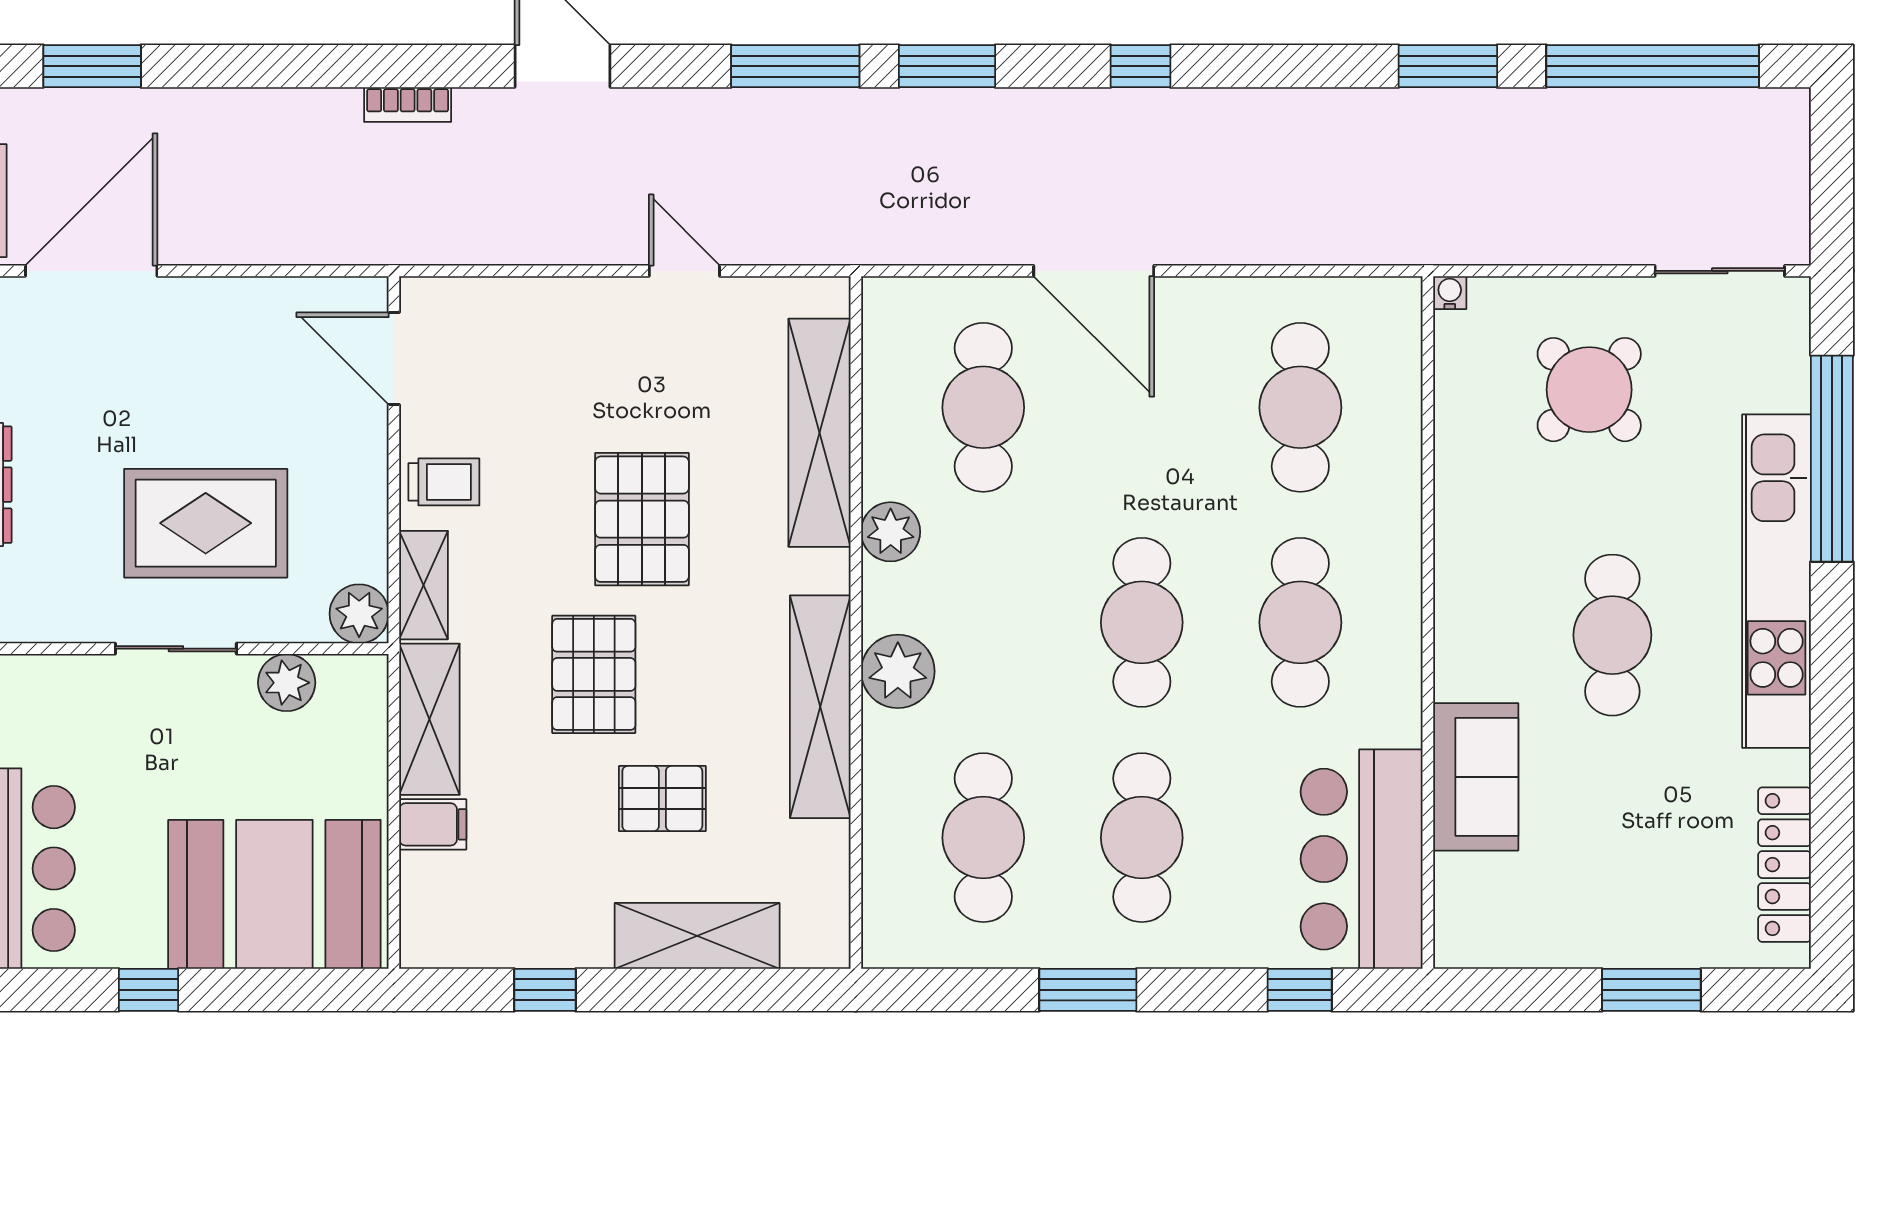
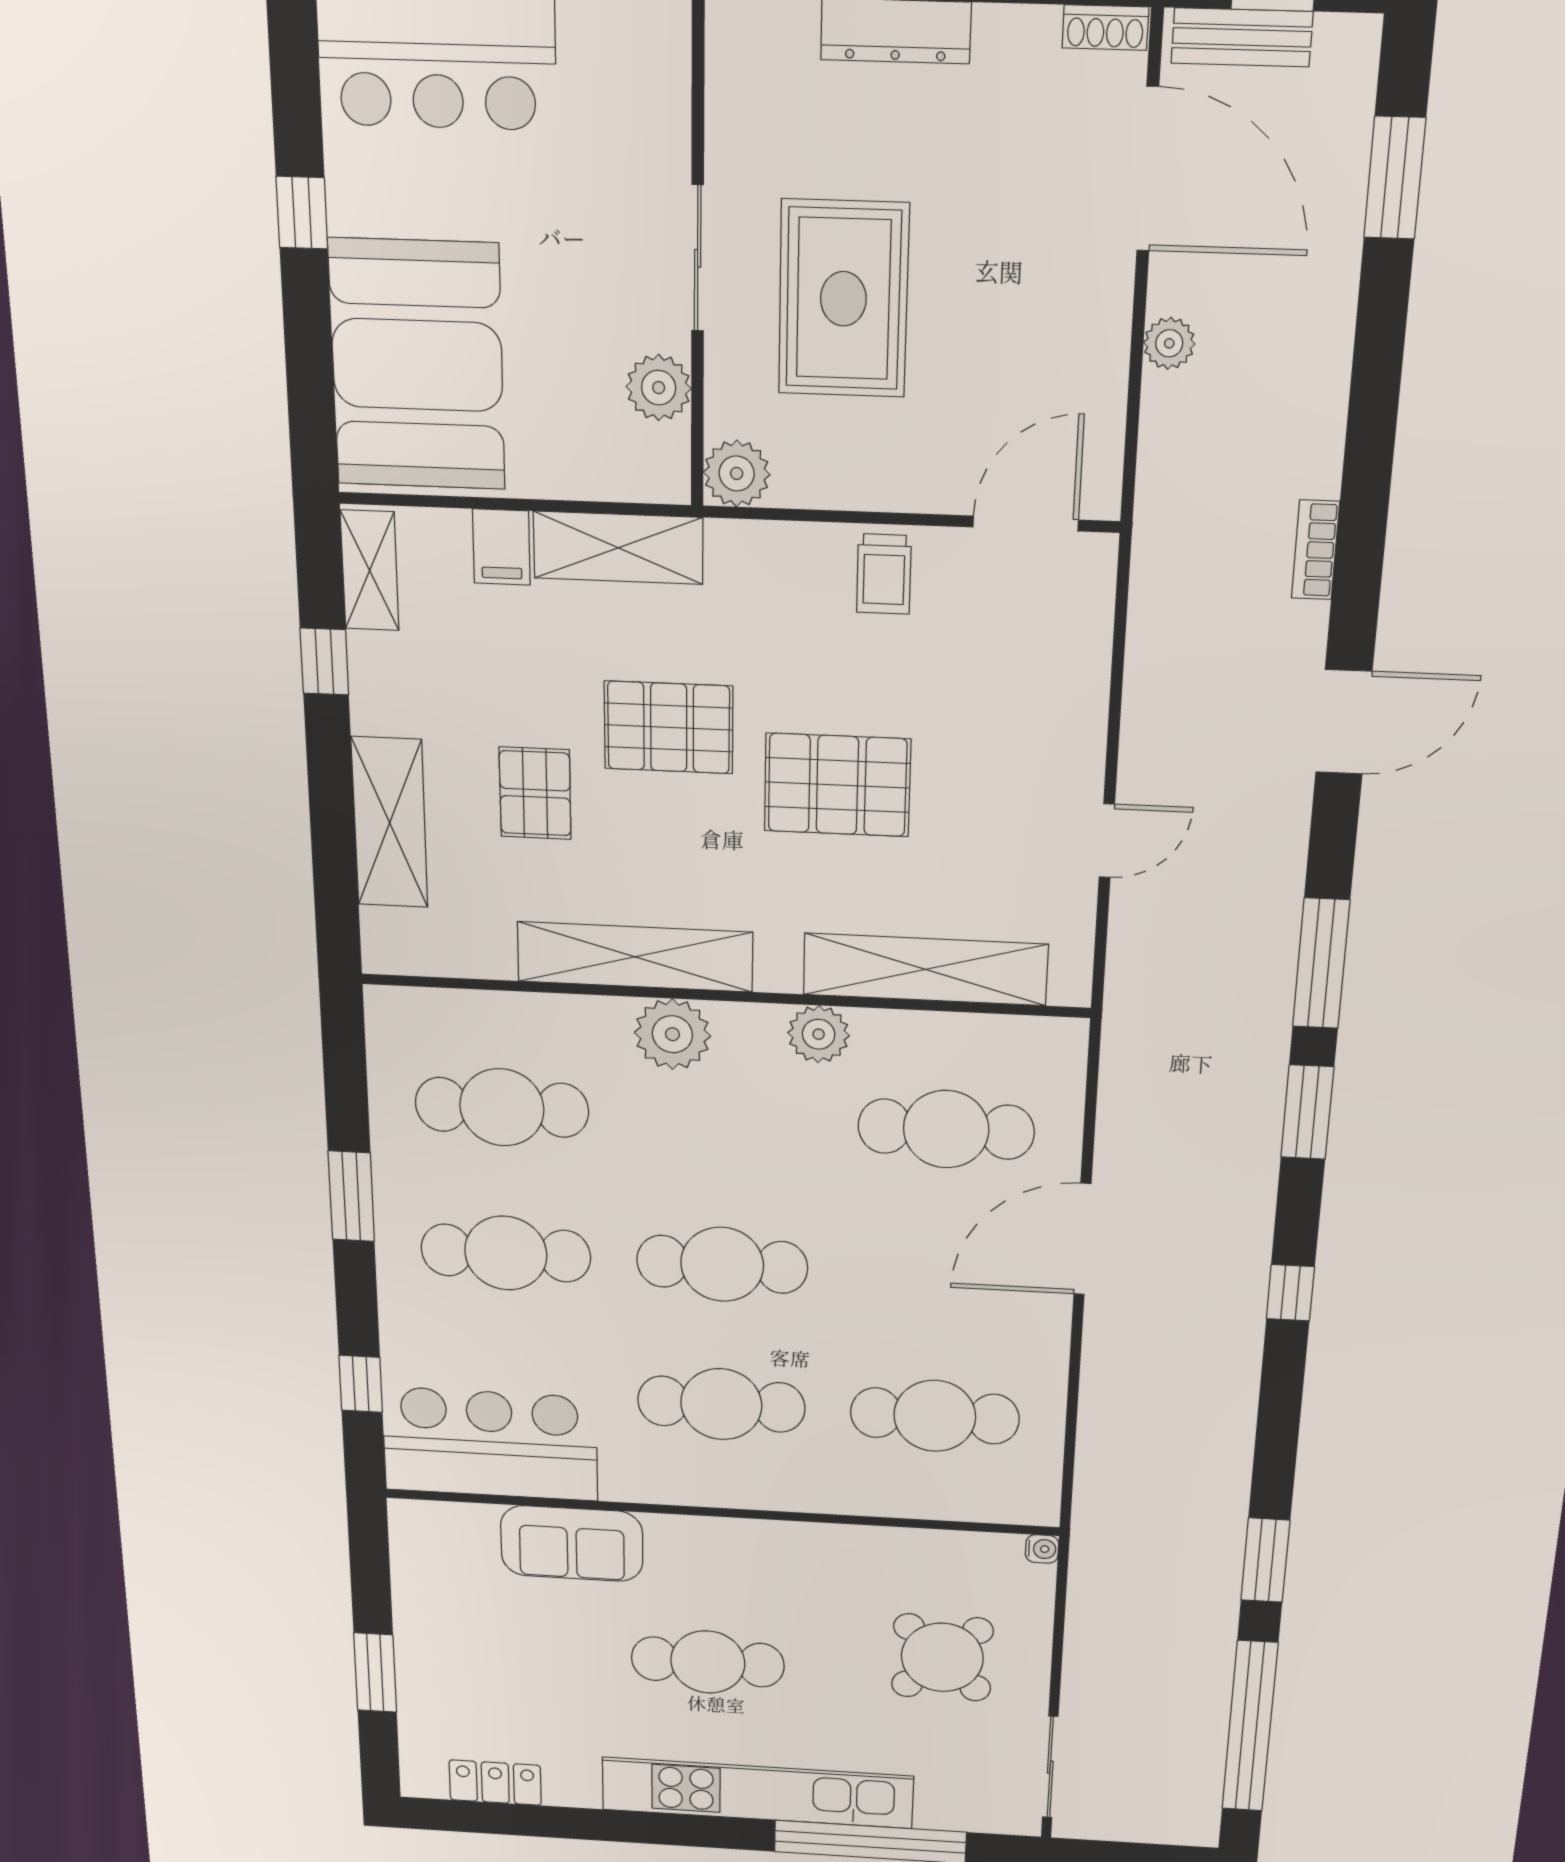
plant: (234, 243) -> (1169, 343), added
shelving: (424, 585) -> (370, 570), moved, turned 90
locker: (1785, 865) -> (495, 1783), width x0.66

